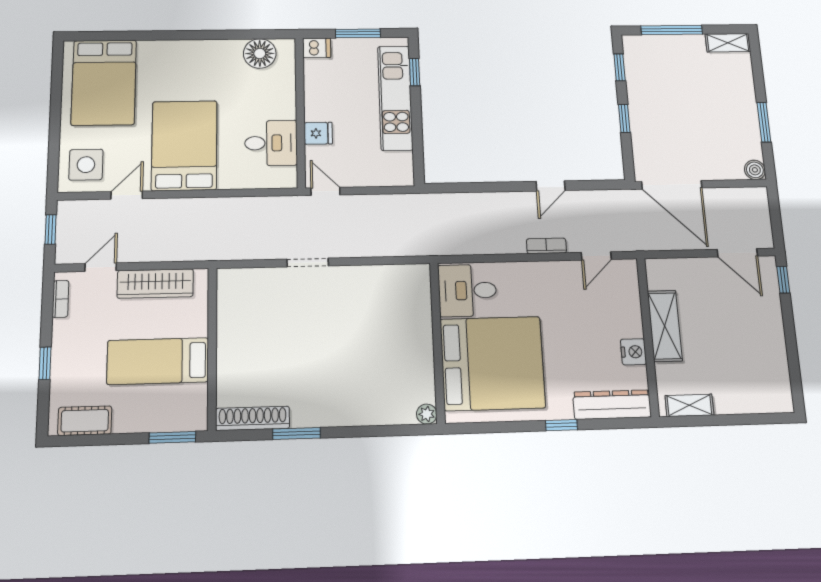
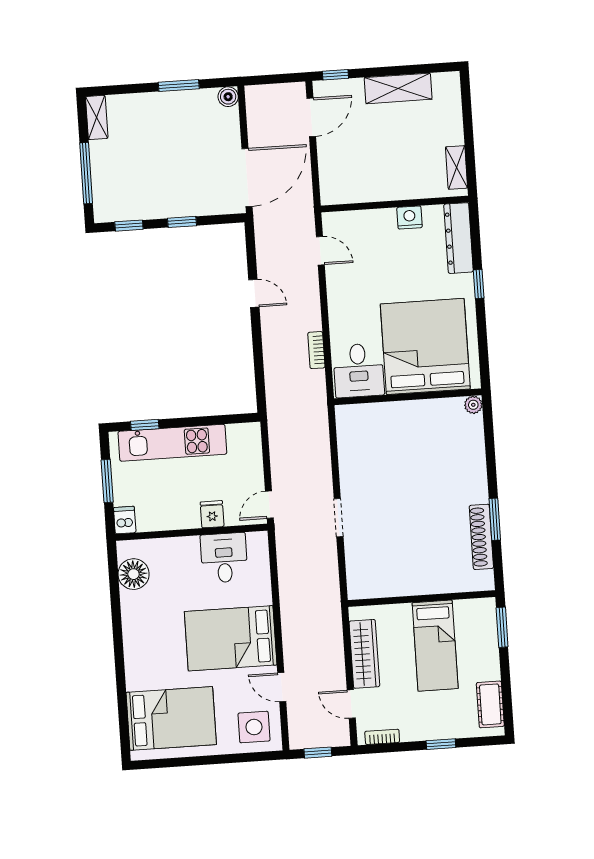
bookcase: (546, 246) -> (316, 350), moved
shelving: (665, 326) -> (398, 88), moved
shoe rack: (253, 418) -> (481, 537), moved

